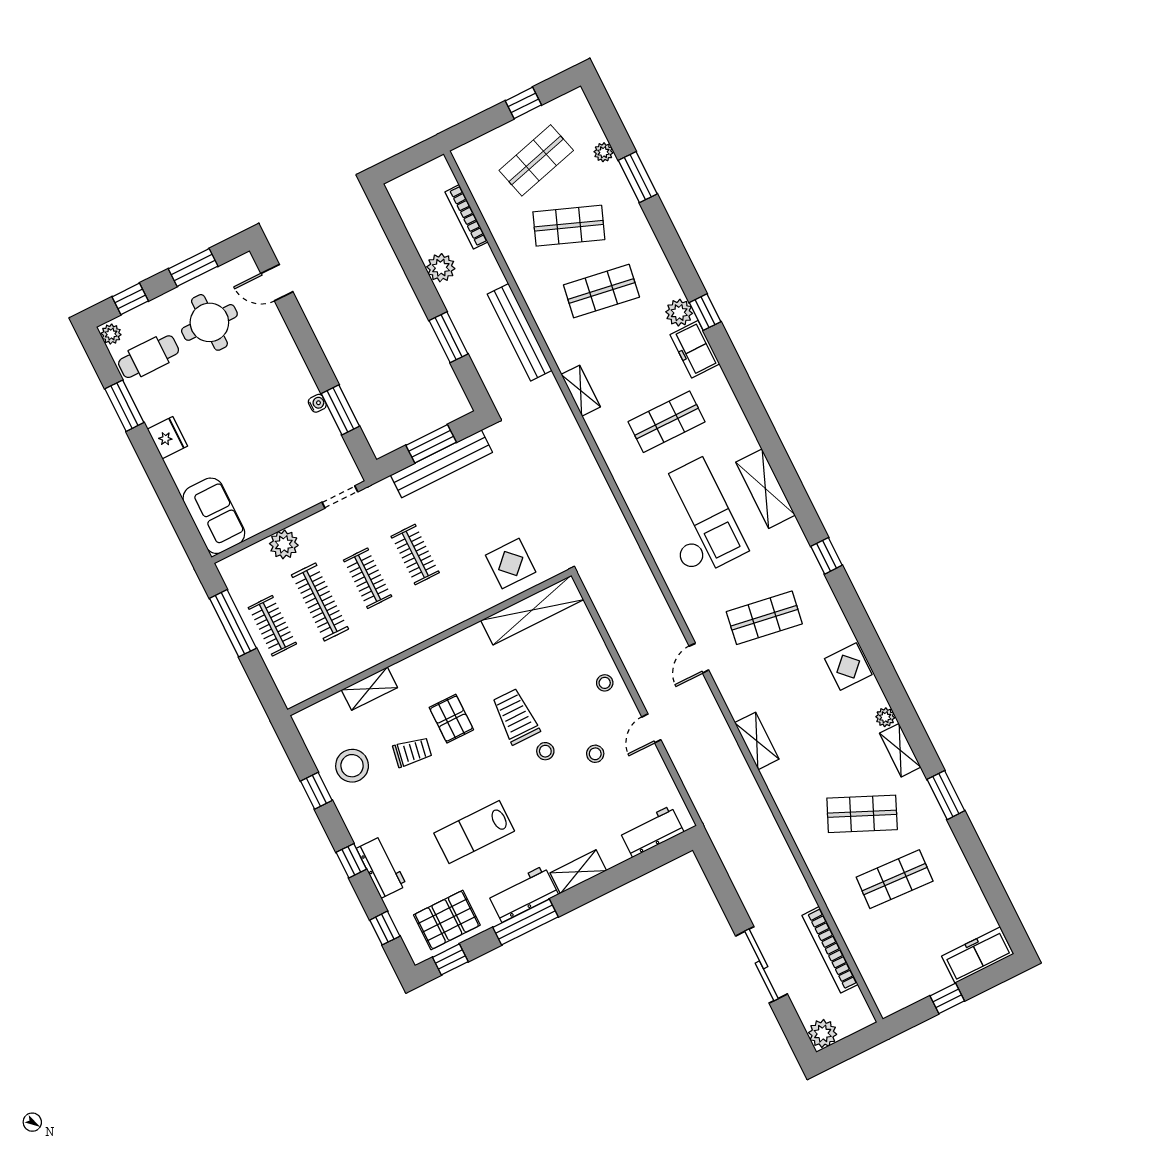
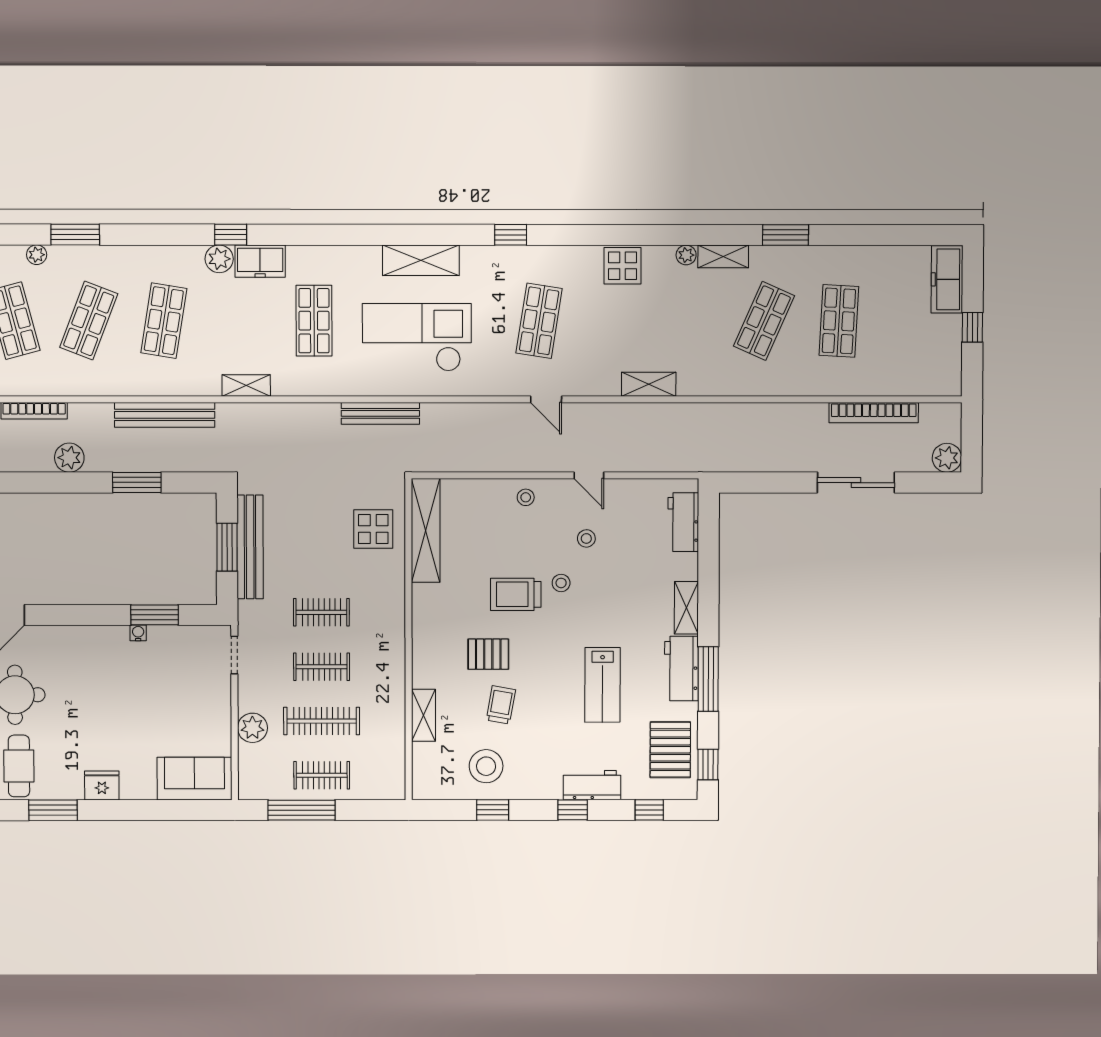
bench: (615, 520) -> (380, 413), added

